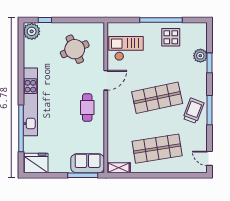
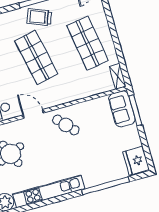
kitchen unit: (30, 102) -> (49, 191), moved
cafe table: (87, 107) -> (66, 125), turned 47

